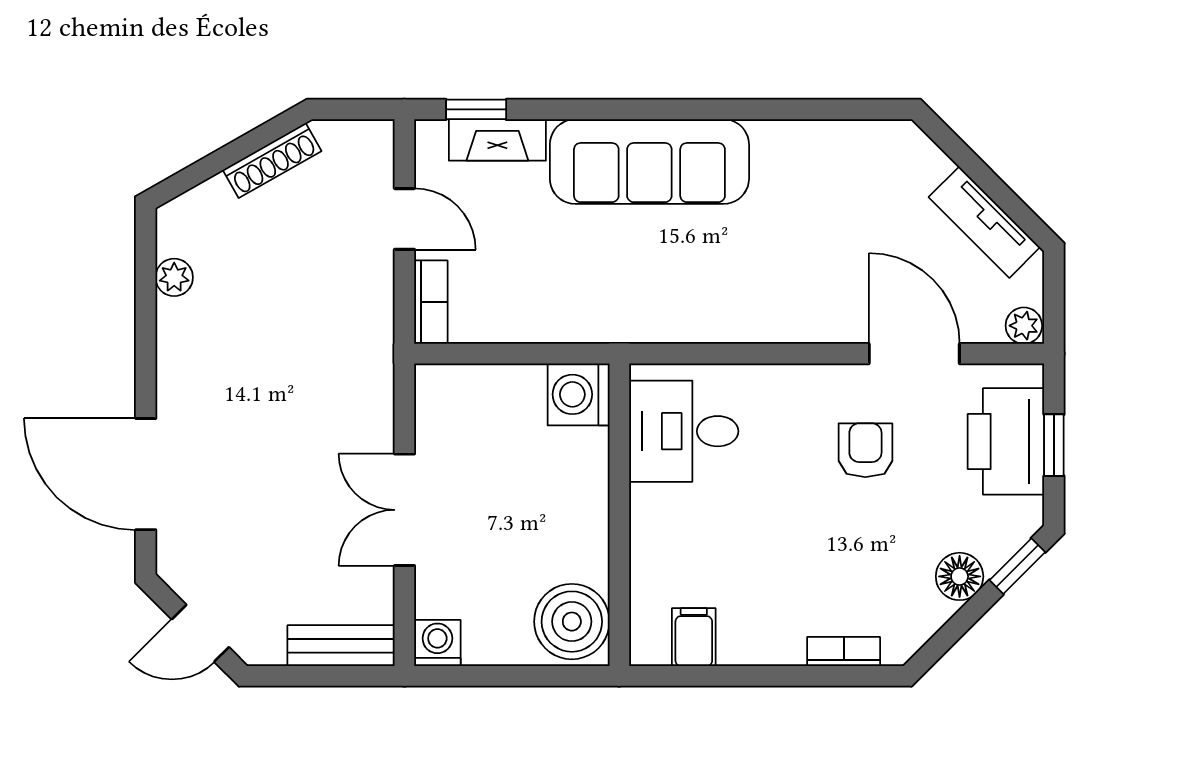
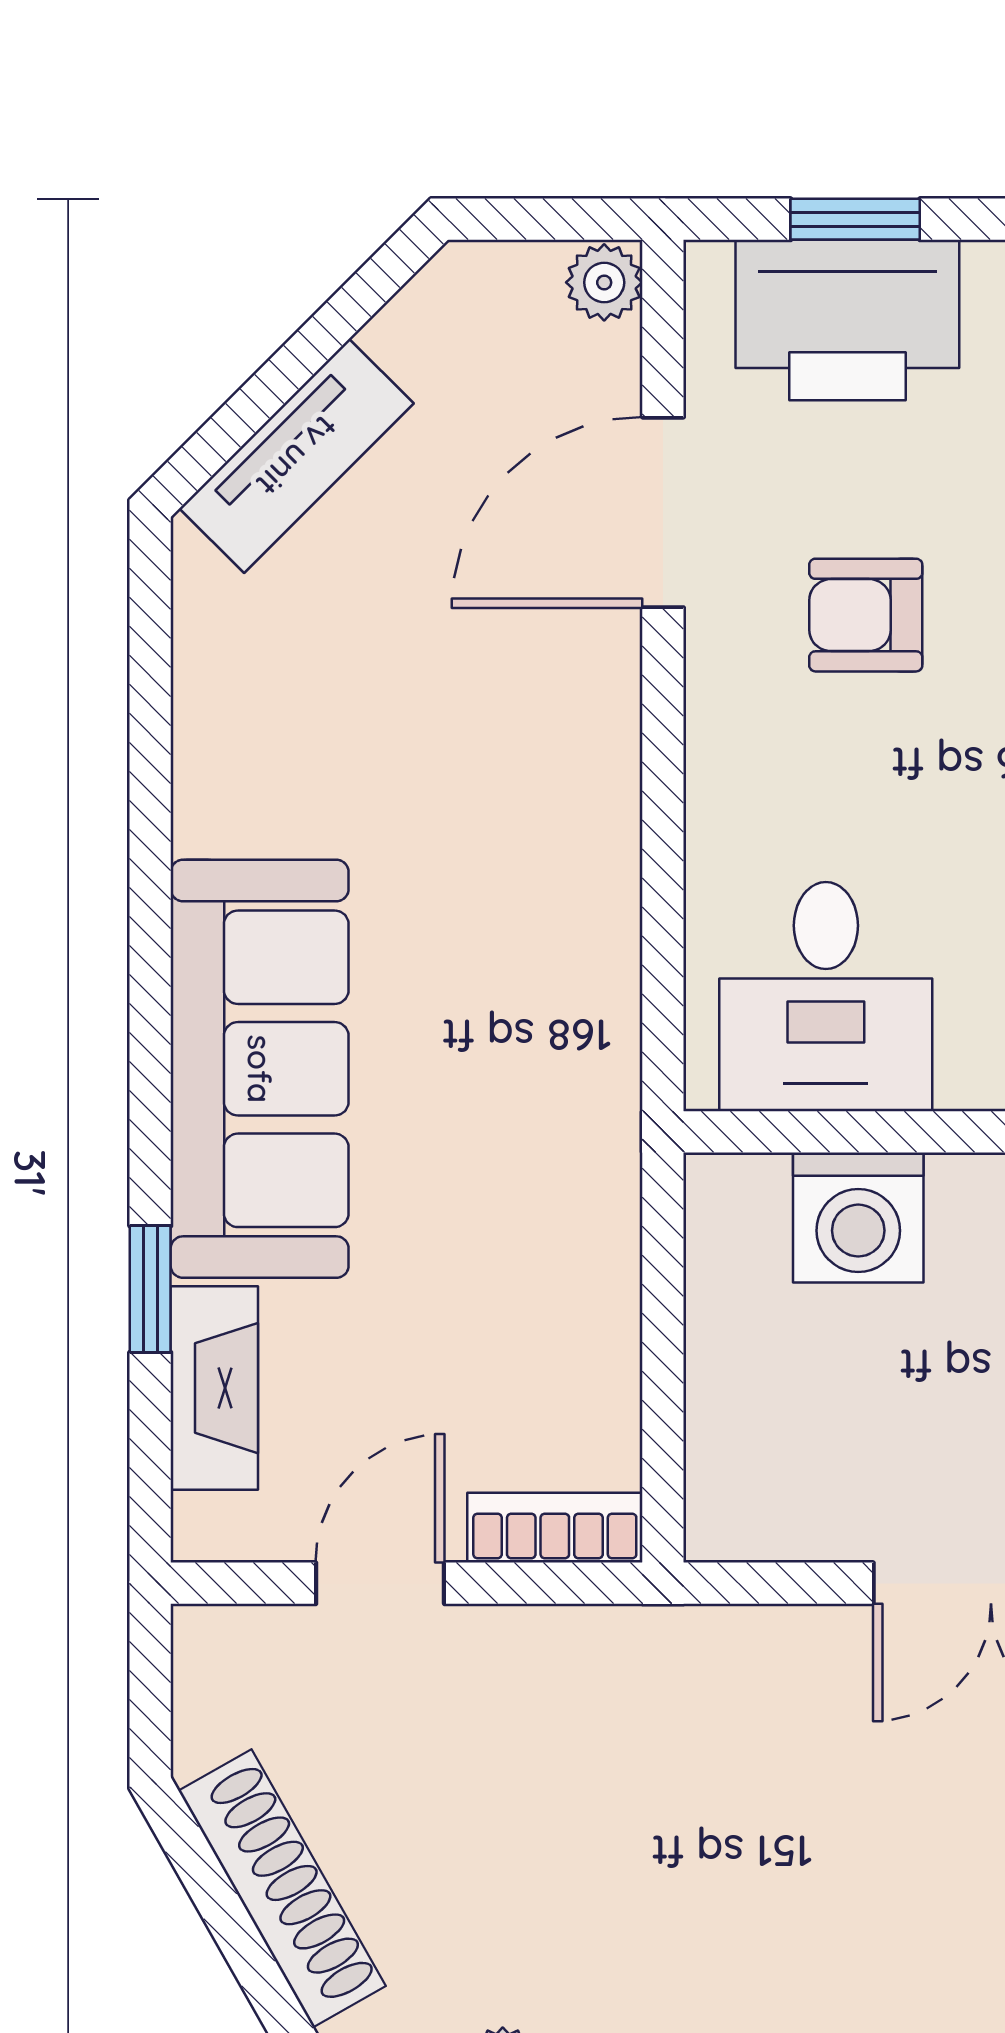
window: (476, 109) -> (150, 1289), moved
shoe rack: (272, 160) -> (282, 1888), width x1.36, depth x1.24
tv unit: (984, 222) -> (297, 456), moved
washing machine: (579, 394) -> (858, 1218), moved

